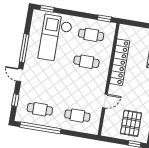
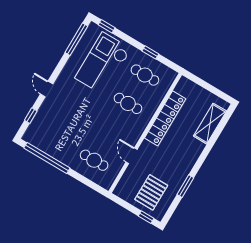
window: (104, 18) -> (150, 52), moved
window: (24, 48) -> (76, 39), moved
door: (105, 101) -> (132, 156), swing flipped
cafe table: (40, 109) -> (55, 137), removed

